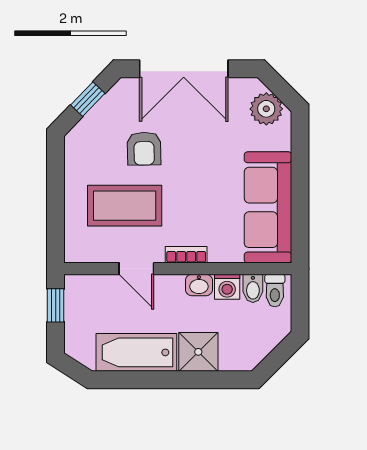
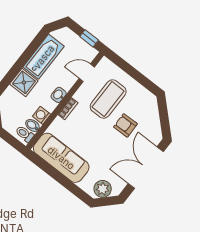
window: (88, 99) -> (164, 118), removed
door: (136, 269) -> (87, 73), moved
washbasin: (199, 285) -> (59, 95), moved

